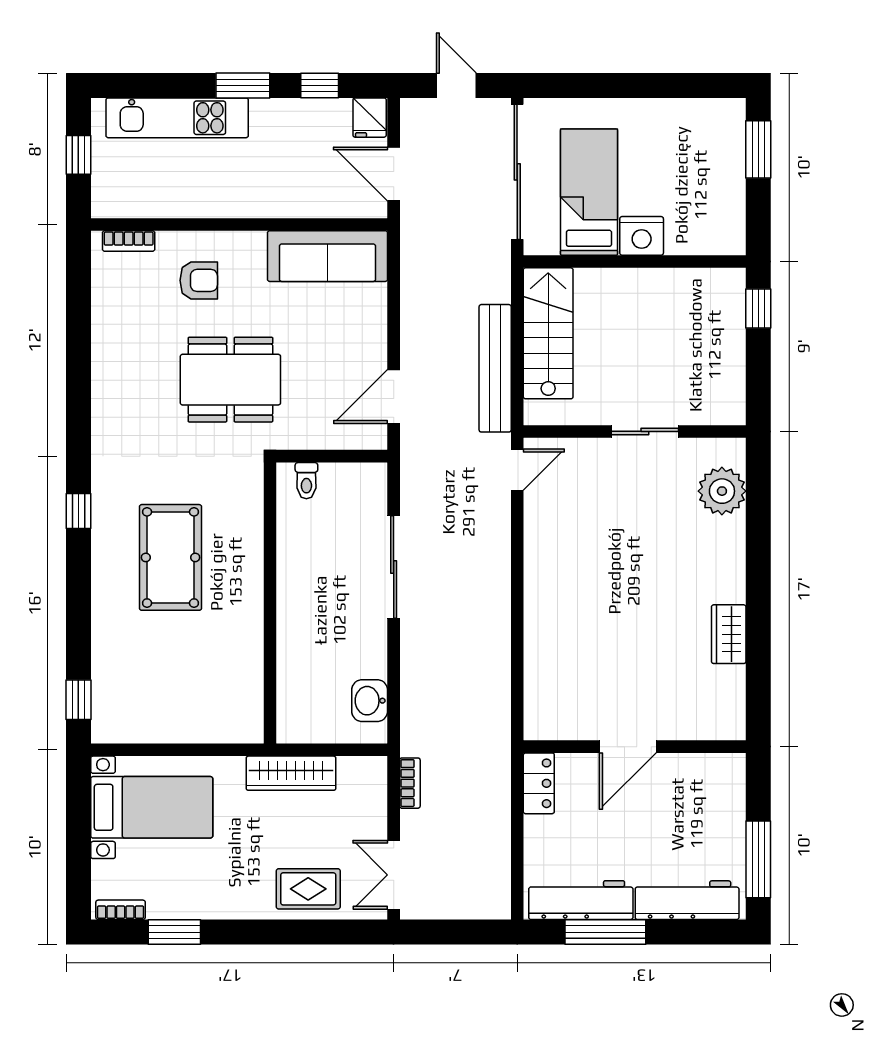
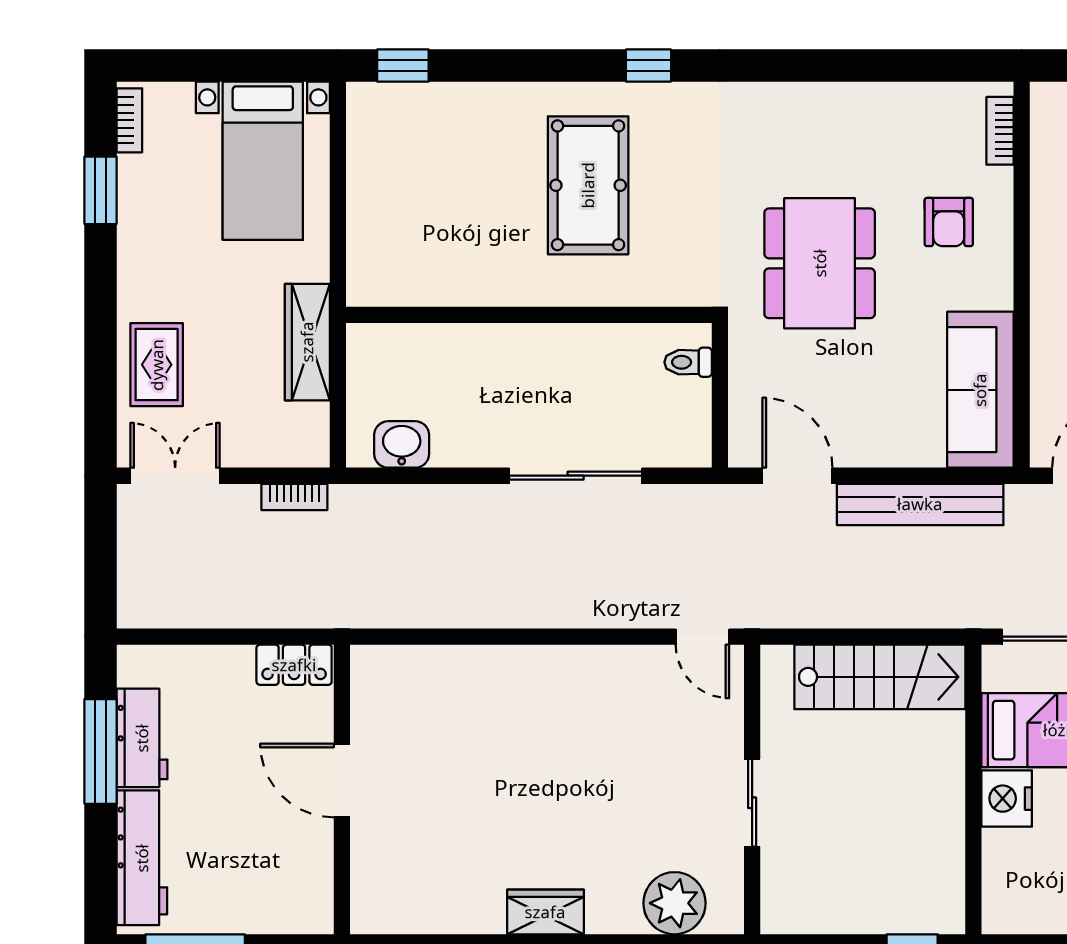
bench: (495, 368) -> (920, 504), moved
pool table: (170, 557) -> (588, 185), turned 90
wardrobe: (729, 634) -> (545, 912), moved
workbench: (581, 900) -> (142, 738), width x0.73

